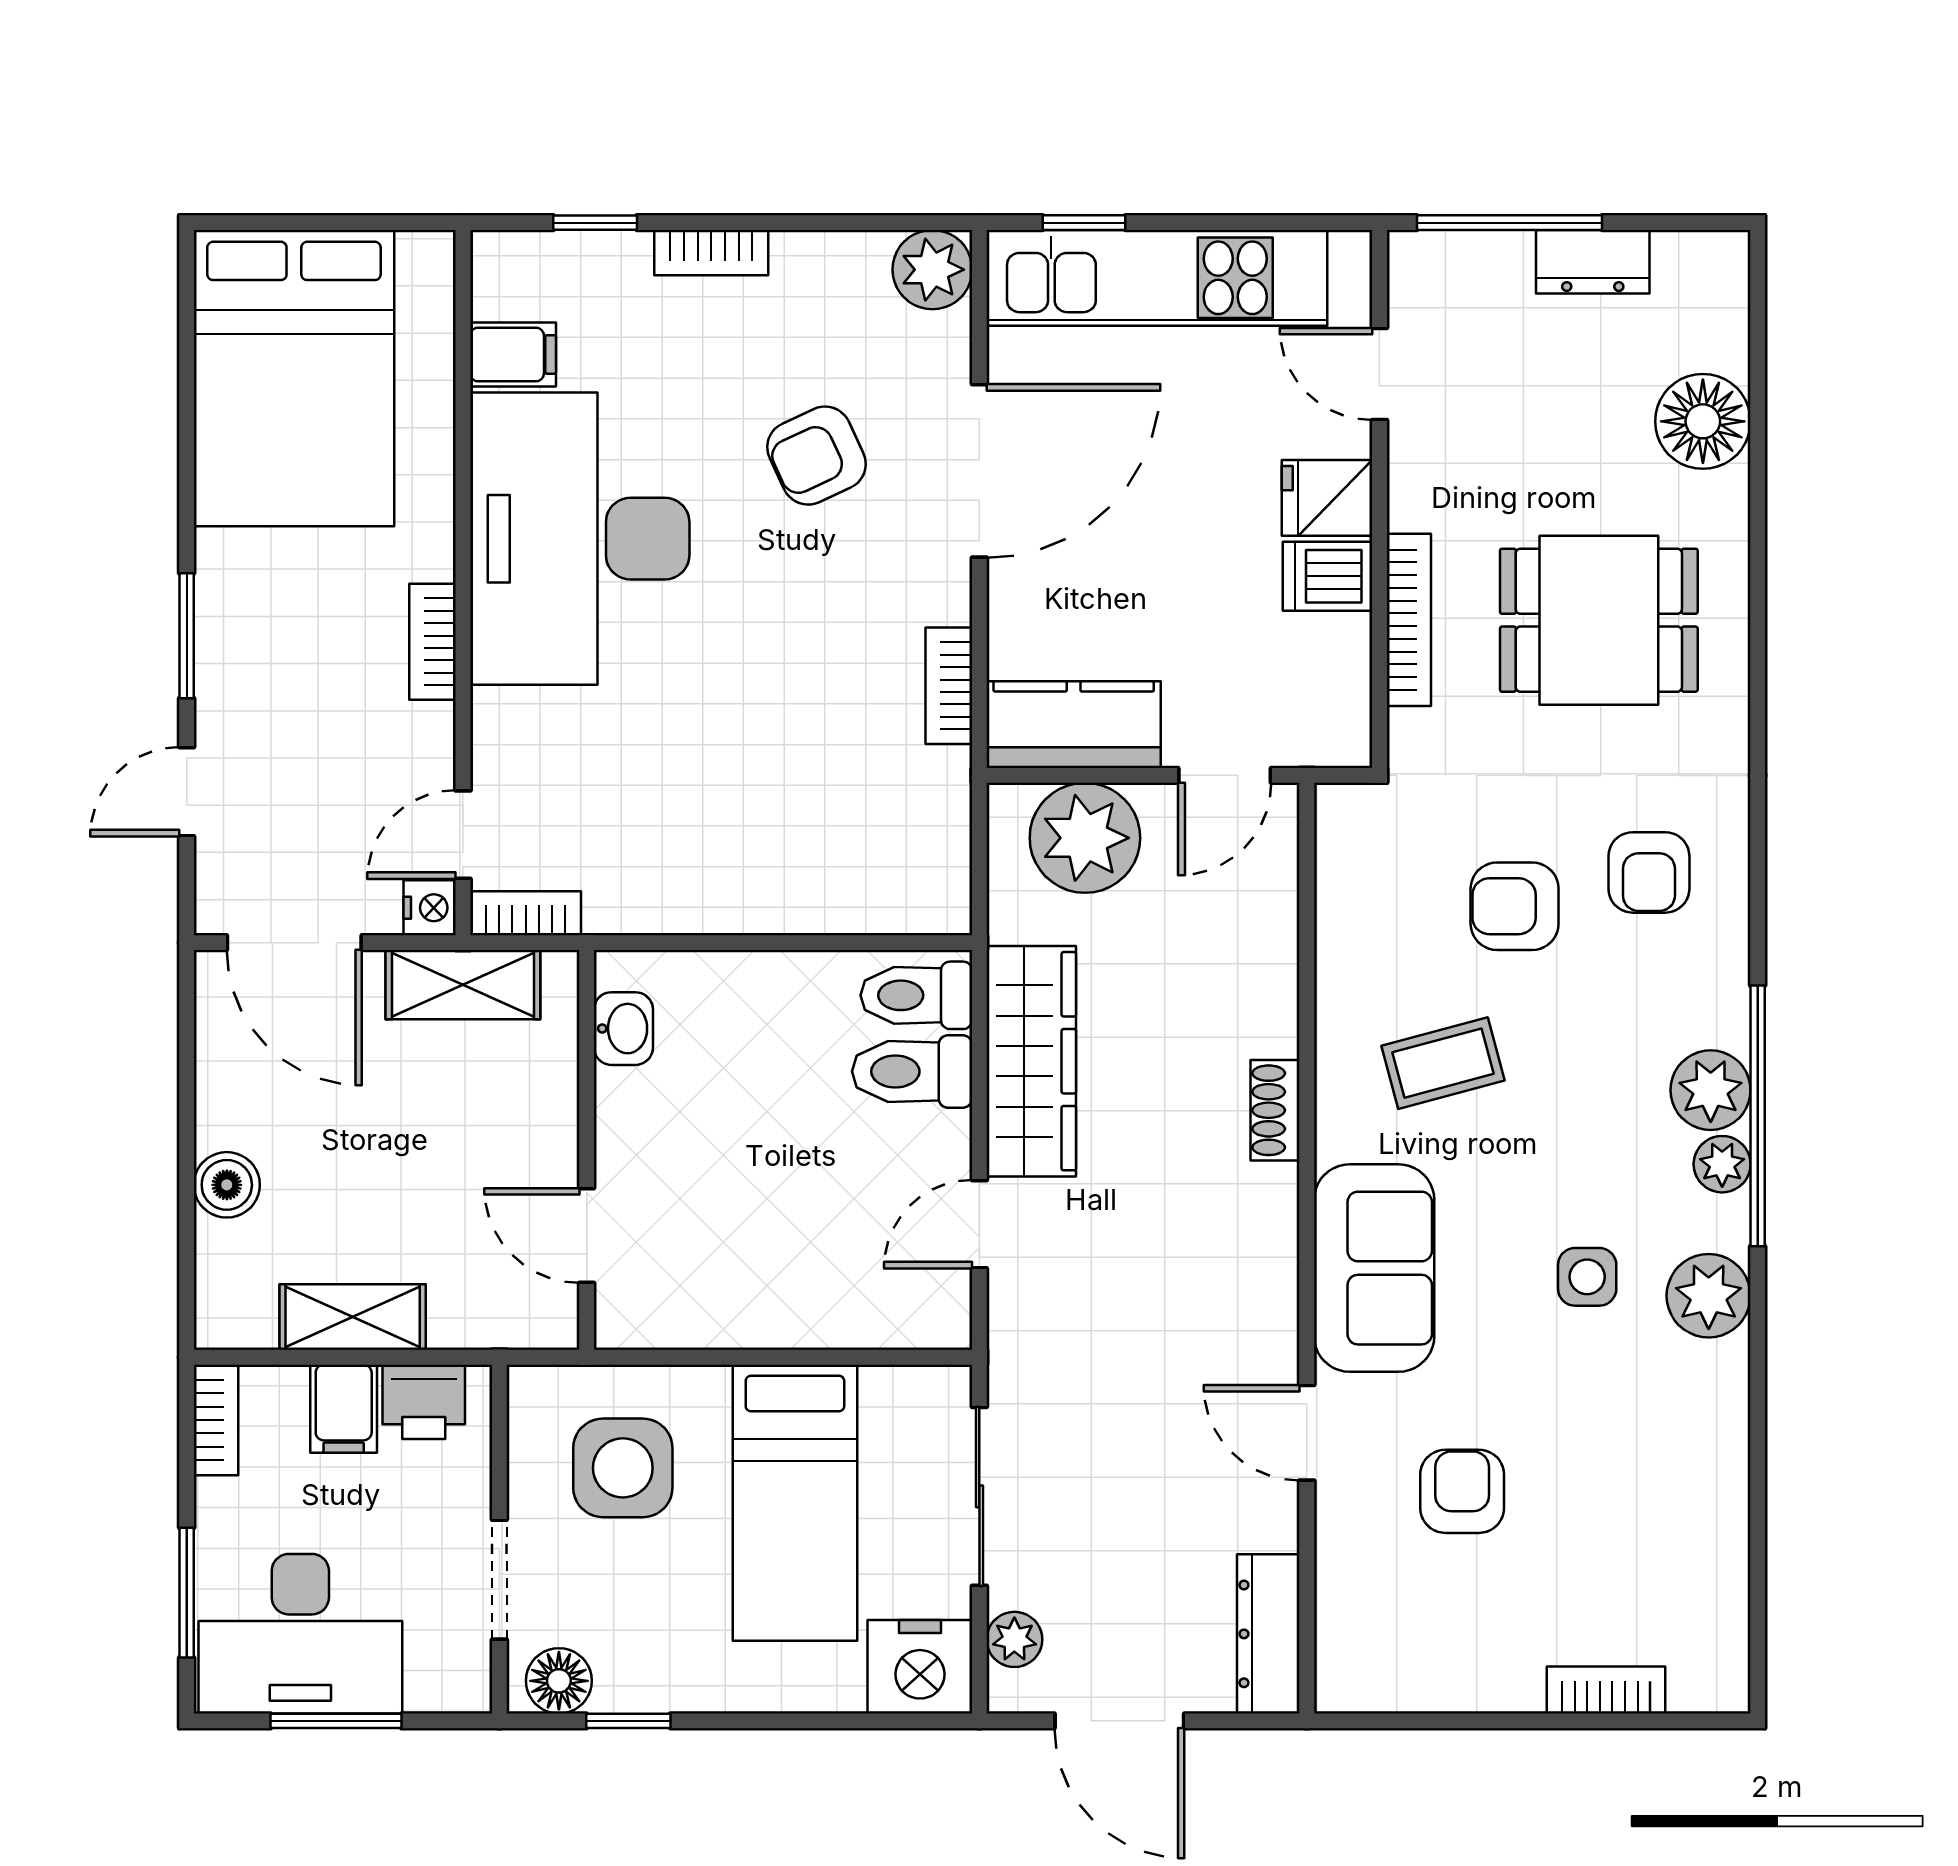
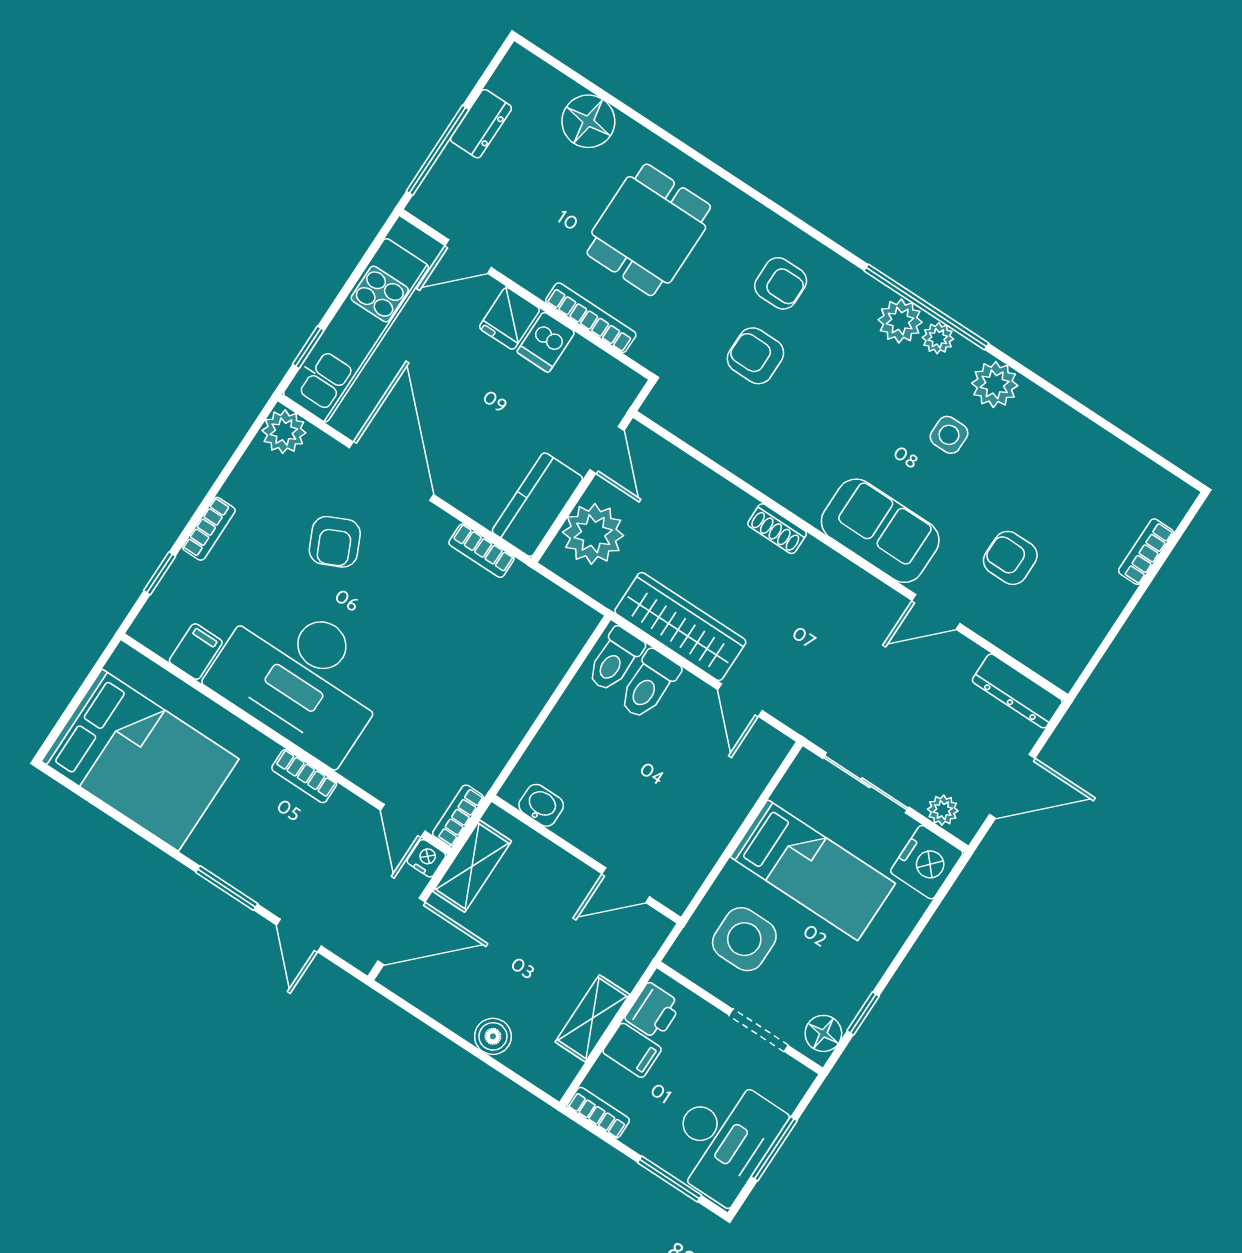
armchair: (1515, 906) -> (755, 356), turned 90
coffee table: (1443, 1063) -> (806, 437), removed

